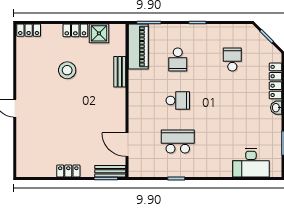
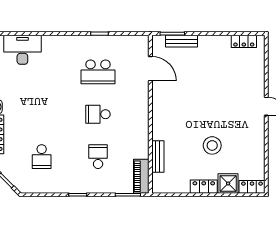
shower: (99, 33) -> (228, 183), moved
piano: (138, 46) -> (141, 176), width x0.73, depth x0.75
bench: (120, 72) -> (158, 157), moved
locker: (68, 171) -> (244, 41), moved
bench: (110, 171) -> (182, 41), moved

